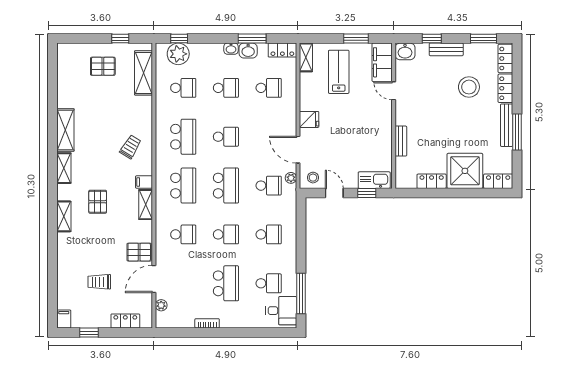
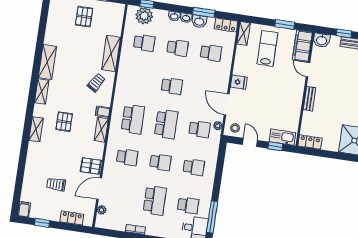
washbasin: (216, 49) -> (174, 16), added
pallet: (103, 66) -> (84, 17), turned 90
shelving: (144, 73) -> (111, 54), moved
school desk: (183, 137) -> (139, 81), removed
bench: (401, 141) -> (309, 99), moved
locker: (432, 181) -> (310, 142), moved

